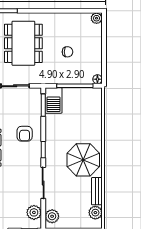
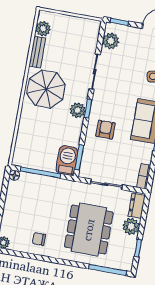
chair: (67, 52) -> (39, 239), moved
plant: (52, 216) -> (78, 110), moved

